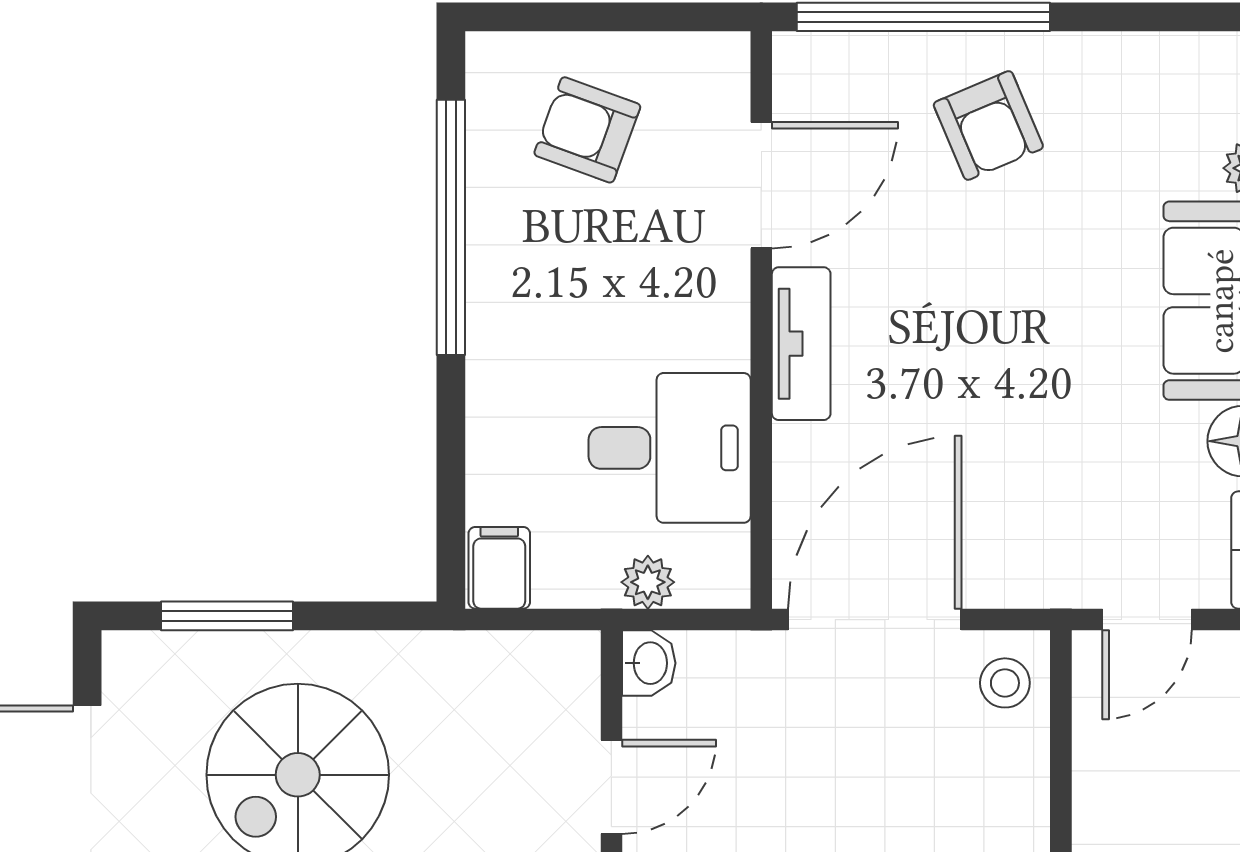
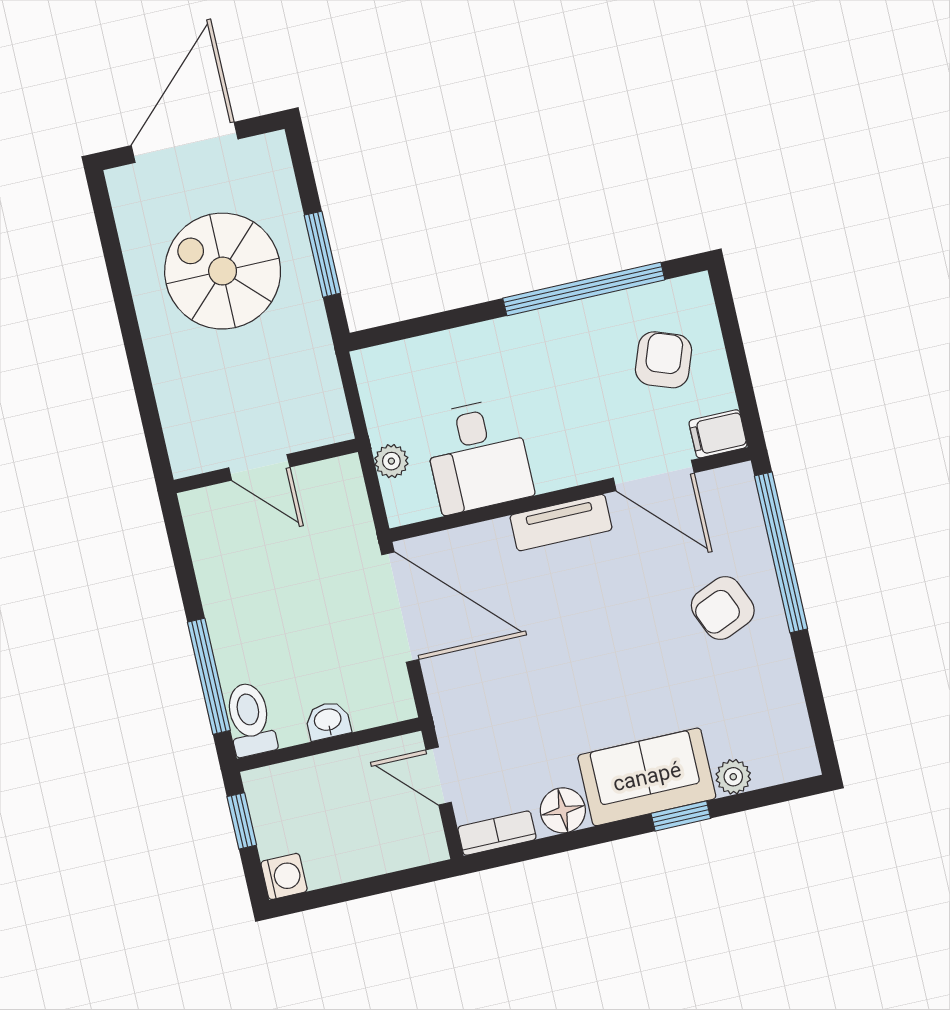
filing cabinet: (499, 568) -> (718, 434), moved, turned 180
window: (227, 616) -> (322, 254), moved
washbasin: (649, 663) -> (328, 721), moved, turned 180
stool: (1005, 683) -> (379, 697), removed

